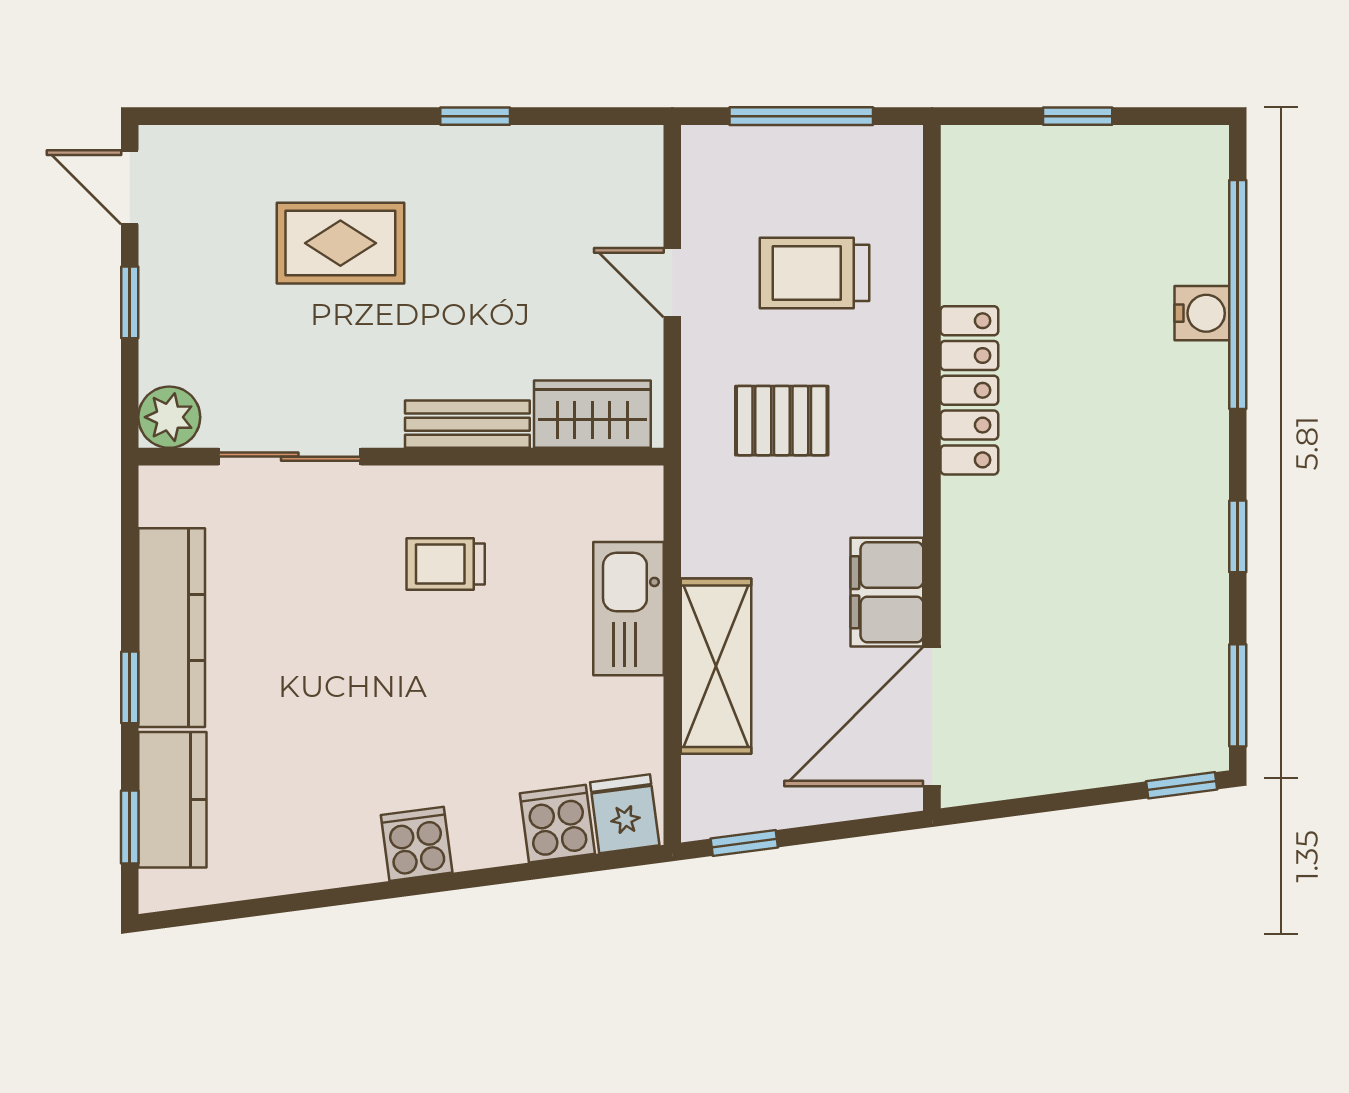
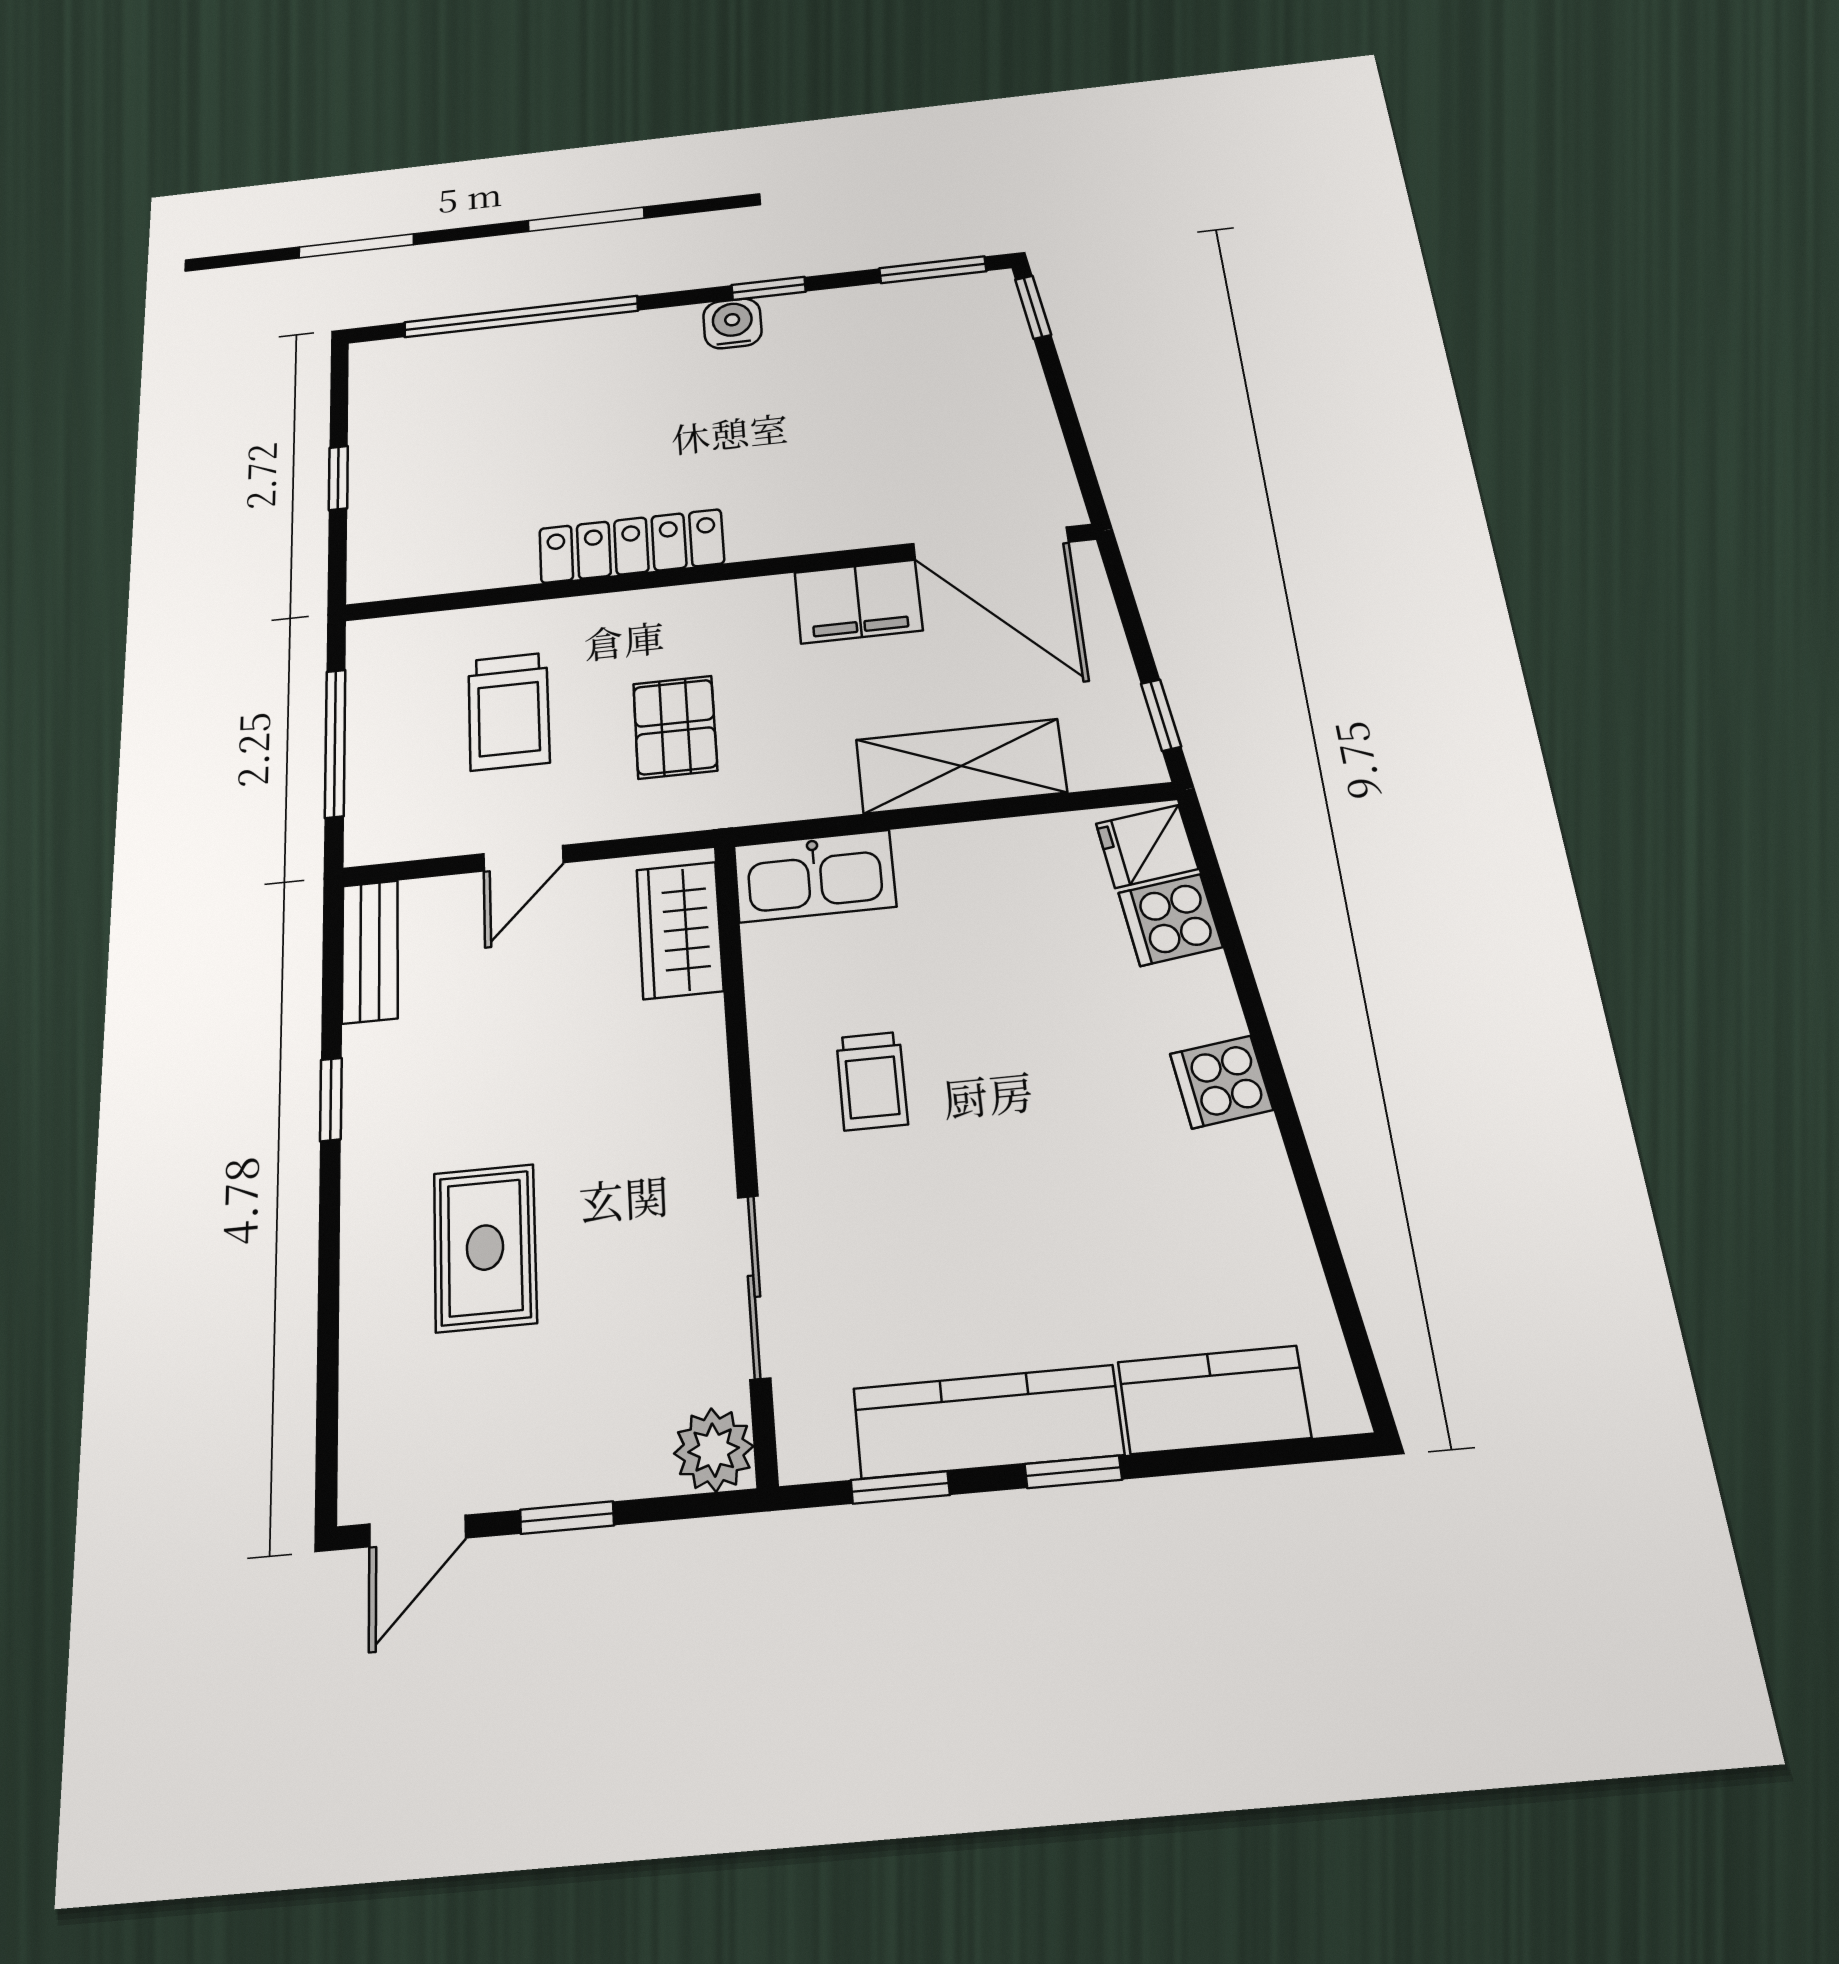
water cooler: (1202, 313) -> (732, 323), moved
bench: (467, 424) -> (370, 951), moved
kitchen sink: (628, 609) -> (815, 876), moved
window: (130, 827) -> (900, 1487), moved

